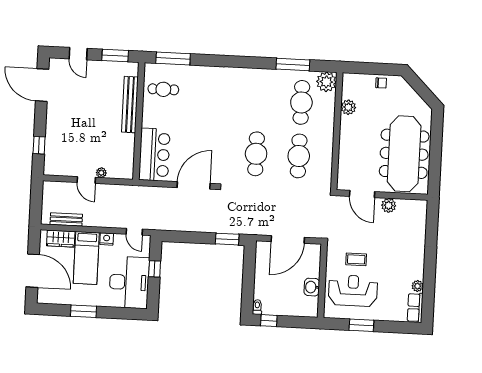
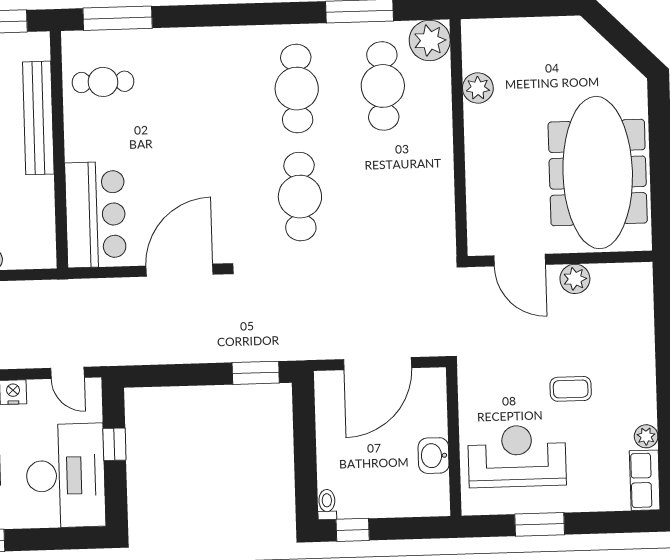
chair: (381, 83) -> (540, 34), removed
cafe table: (299, 156) -> (297, 89), moved
coffee table: (356, 259) -> (571, 389), moved

